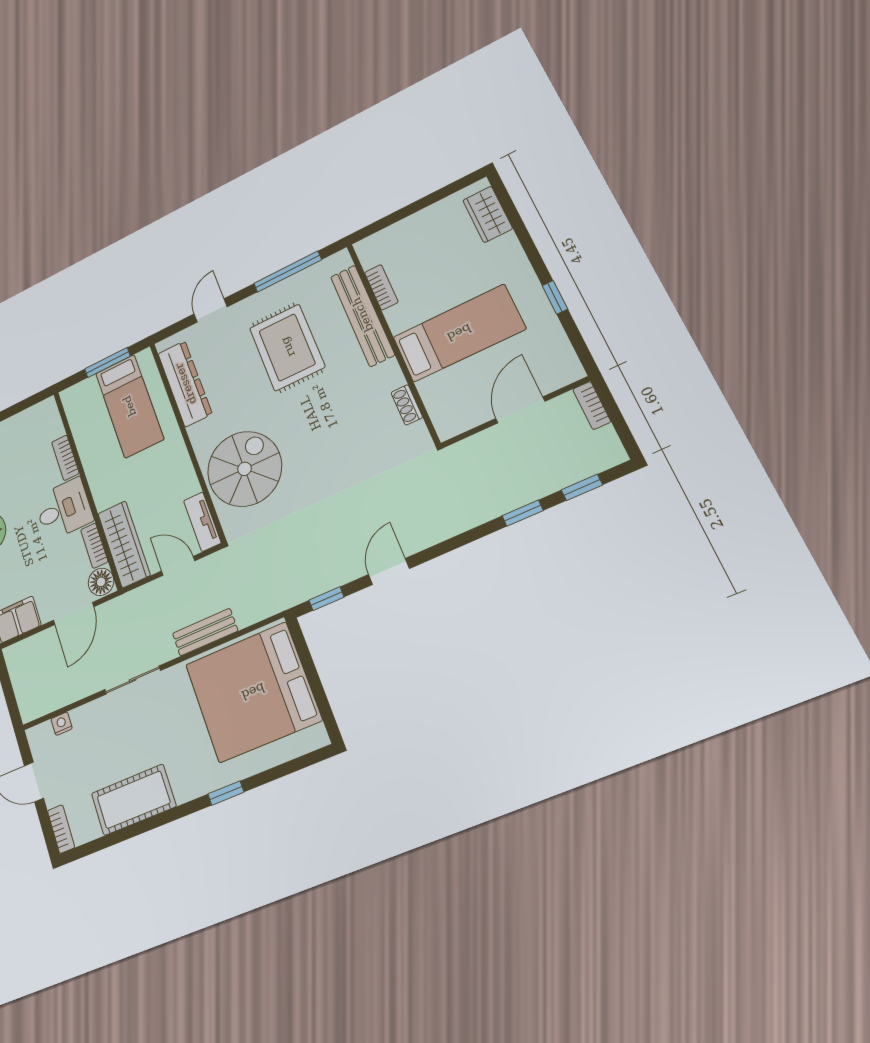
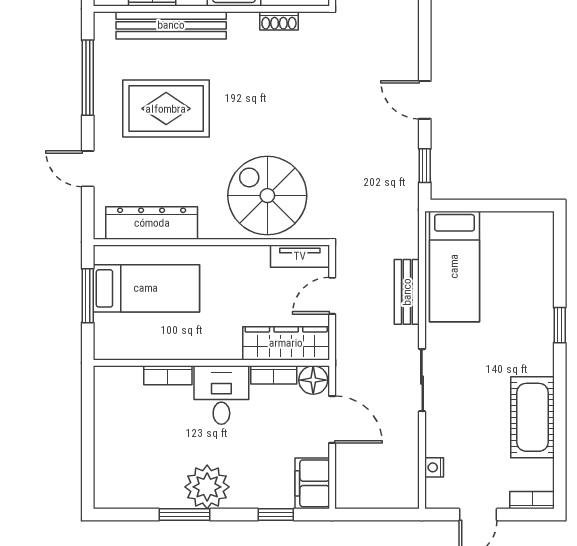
bed: (253, 692) -> (454, 266), width x0.49

